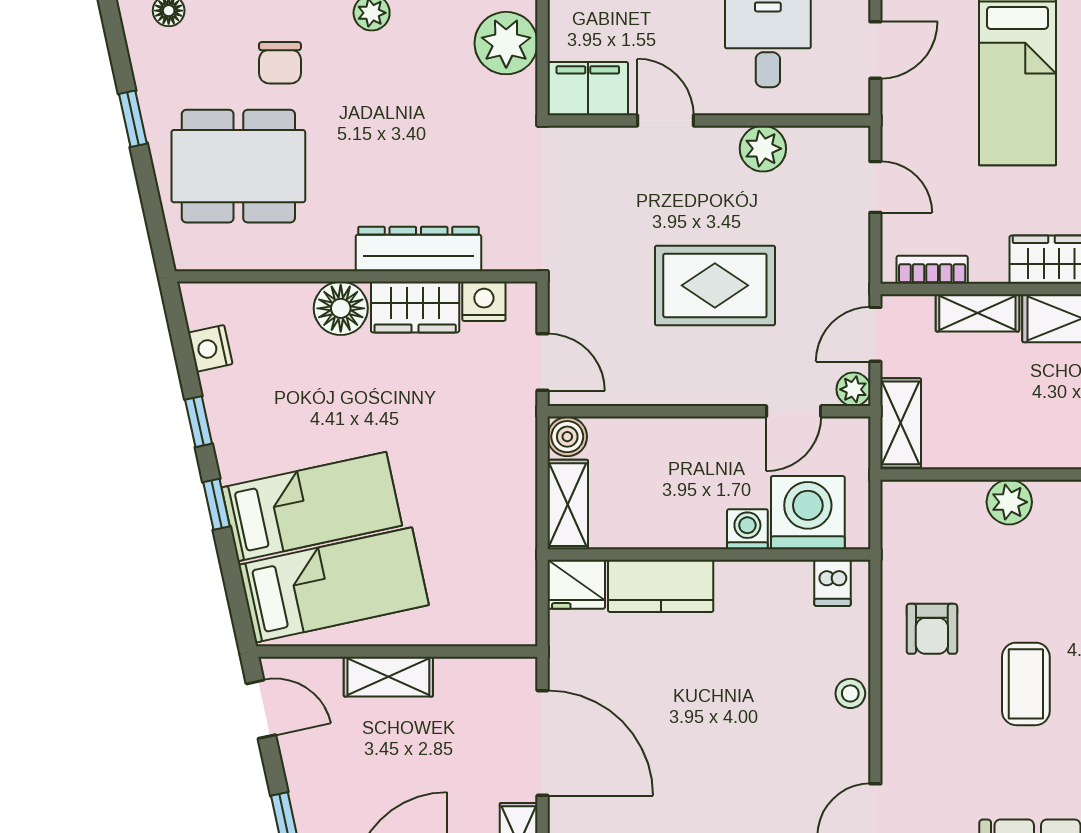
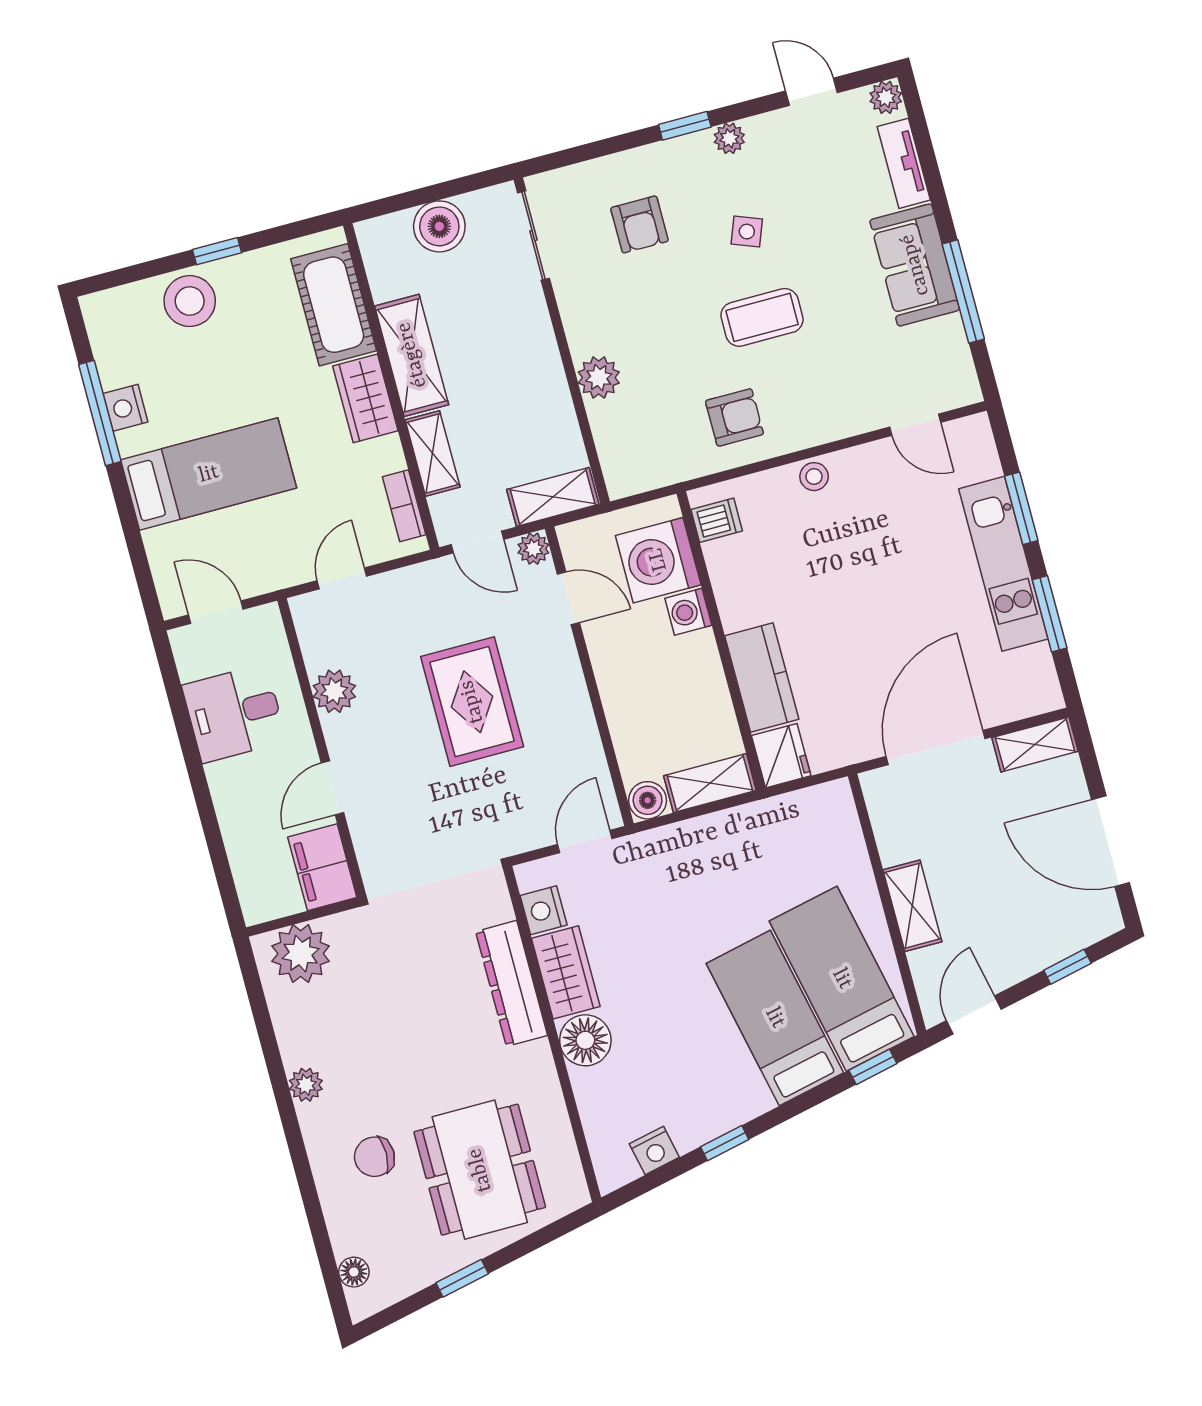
chair: (280, 63) -> (374, 1157), turned 180
window: (216, 504) -> (873, 1067), moved

